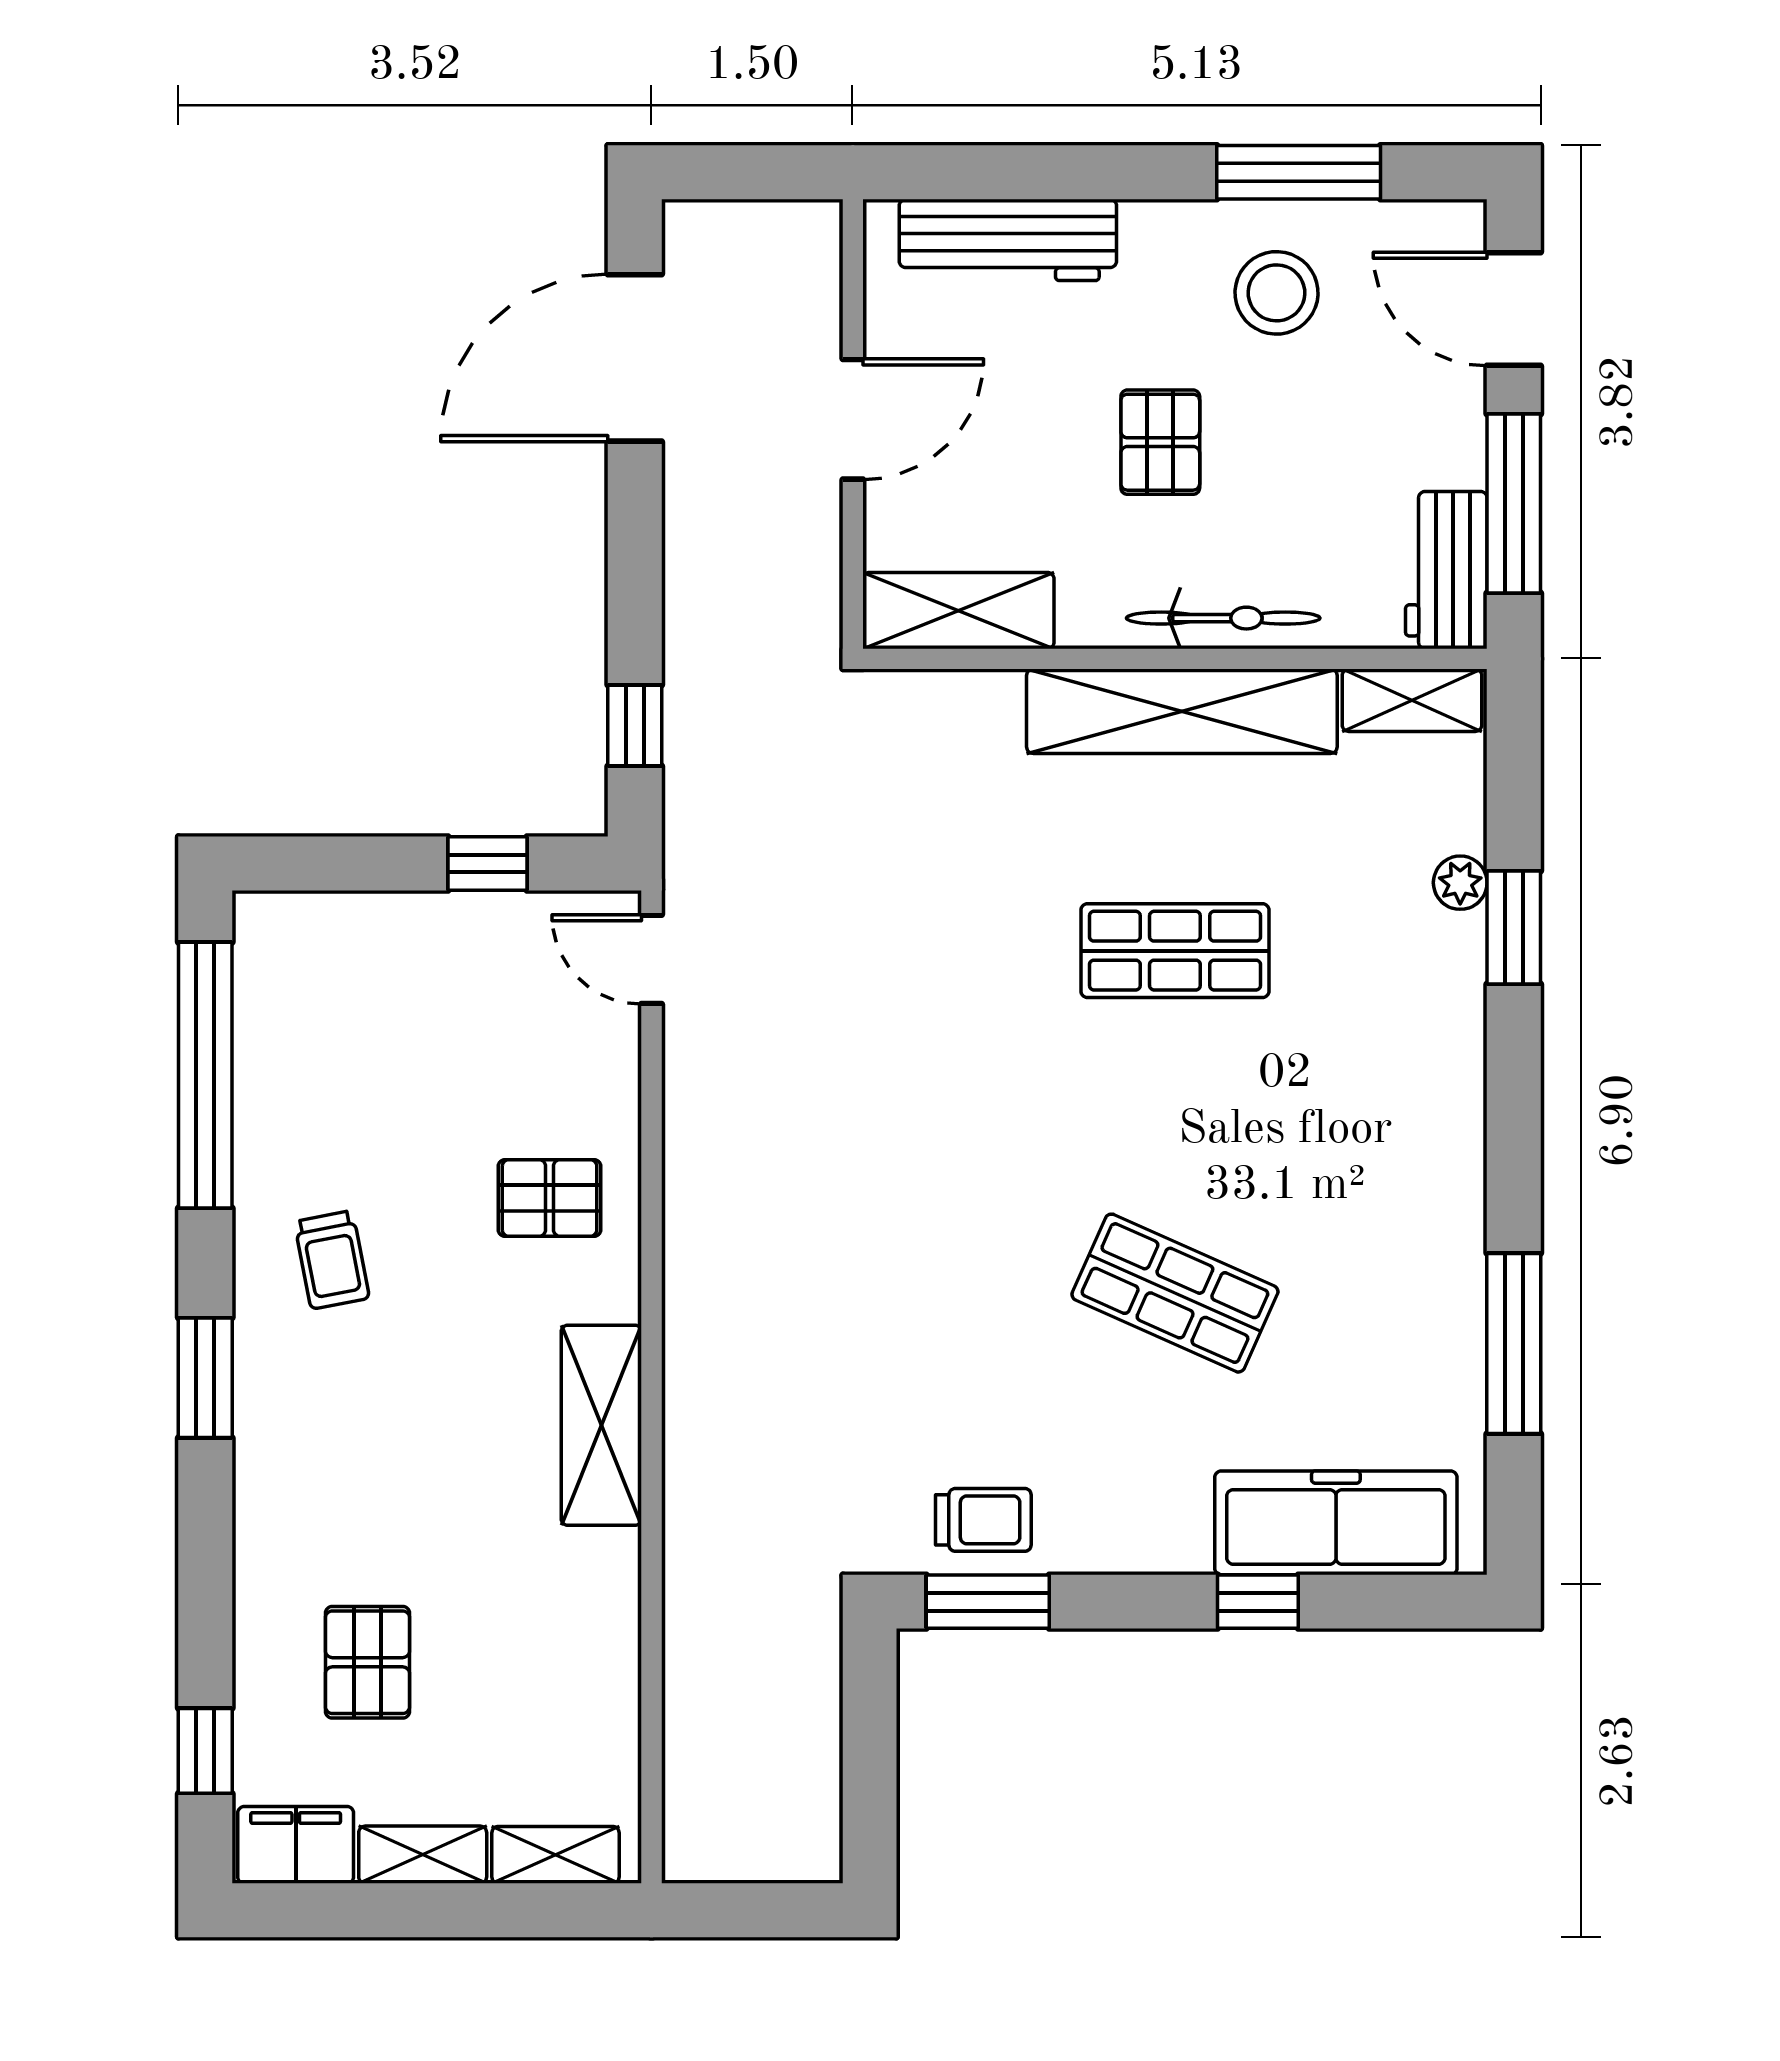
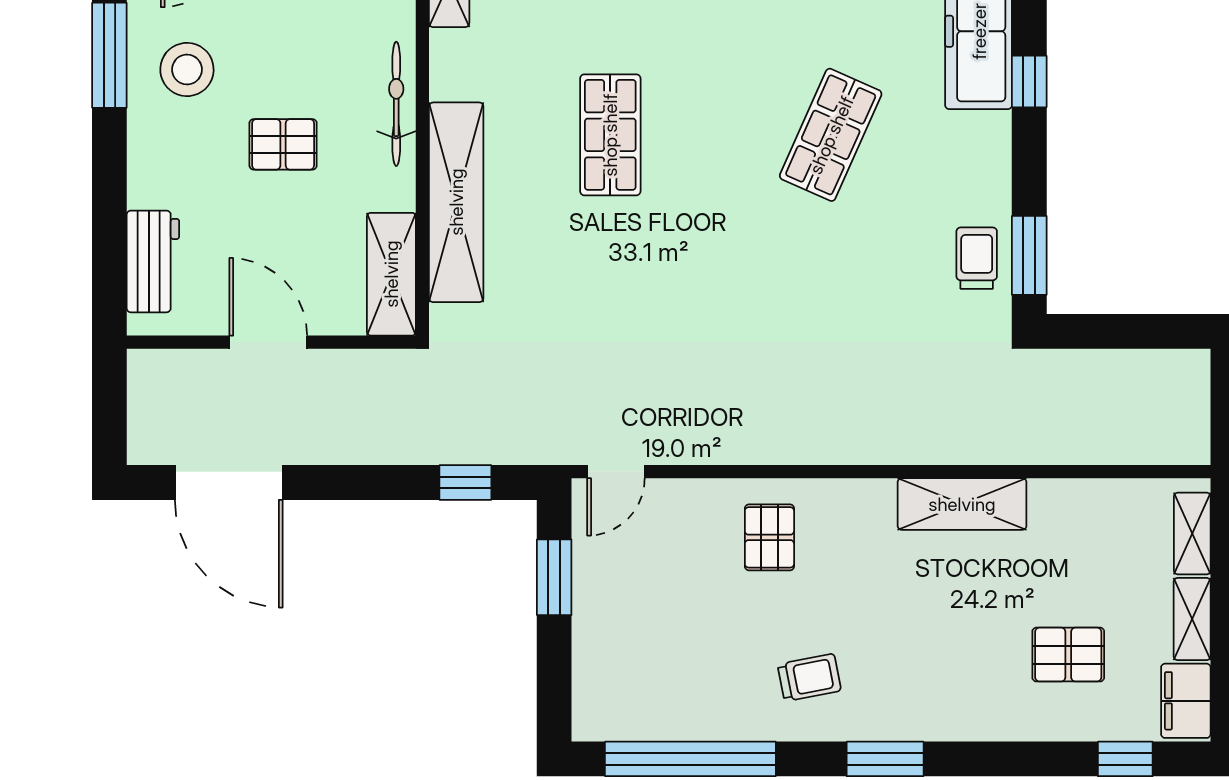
workbench: (1008, 240) -> (153, 261), width x0.73
shelving: (1182, 711) -> (456, 202), moved
window: (488, 863) -> (554, 577), width x1.50
shelving: (601, 1425) -> (962, 504), moved

